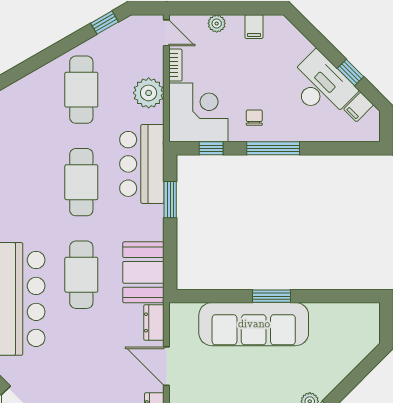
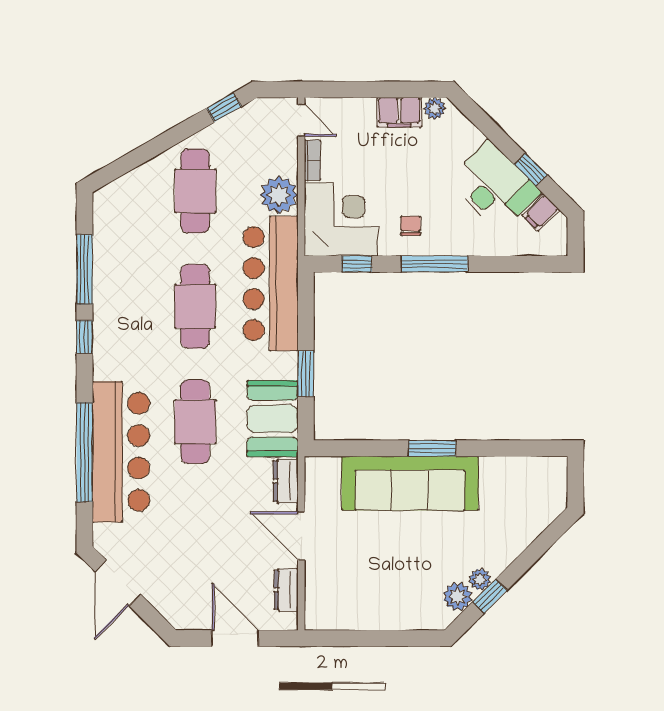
plant: (217, 23) -> (435, 108), moved
filing cabinet: (254, 27) -> (399, 112), width x2.00
bar counter: (142, 164) -> (271, 283), width x1.36
window: (170, 200) -> (306, 374), moved

